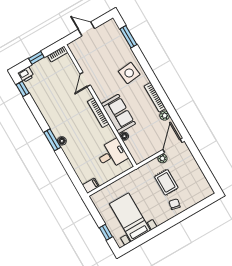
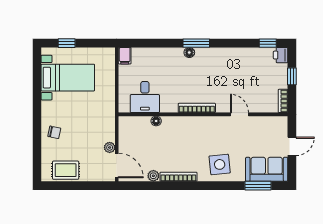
sofa: (118, 114) -> (267, 169), moved, turned 180
rug: (166, 182) -> (66, 170), moved

